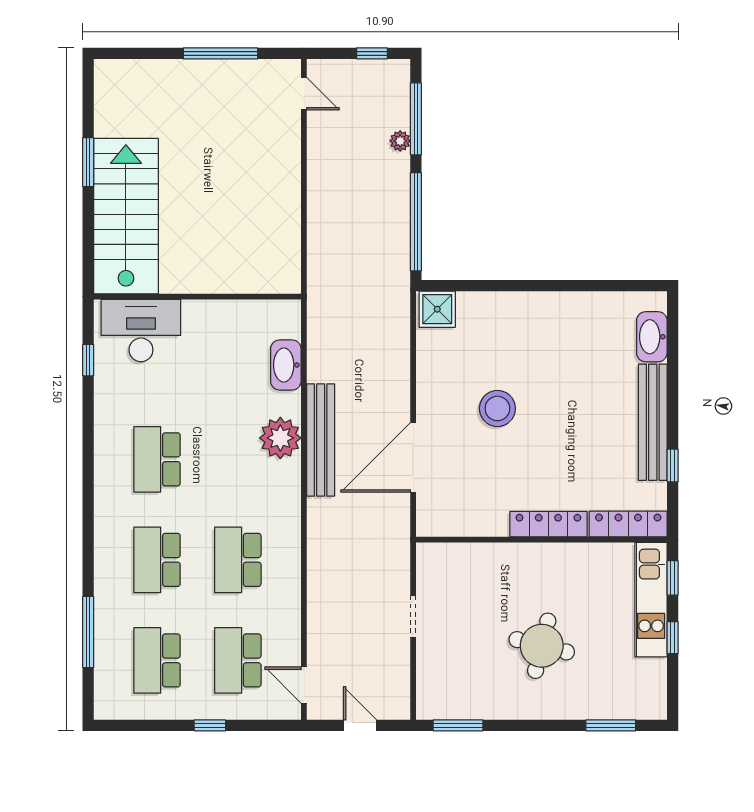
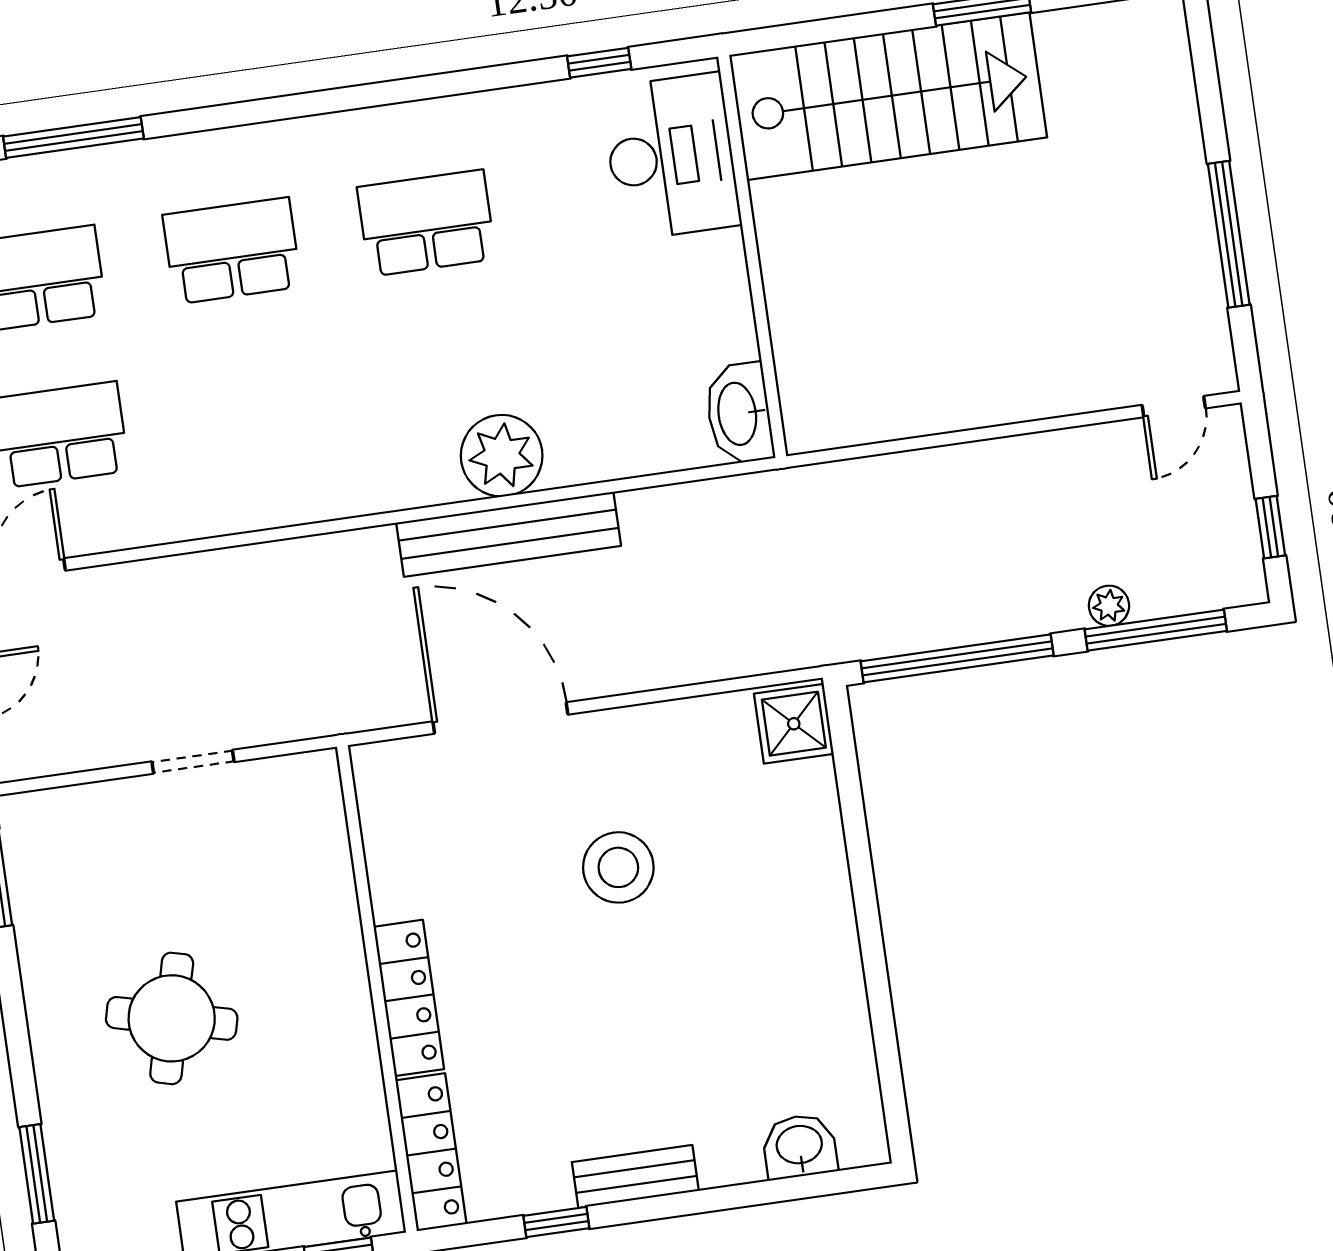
washbasin: (652, 337) -> (800, 1146), width x0.72
washbasin: (286, 365) -> (739, 414), moved, turned -90
bench: (653, 422) -> (635, 1177), width x0.54, depth x0.82
school desk: (238, 560) -> (254, 407), removed

